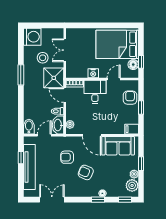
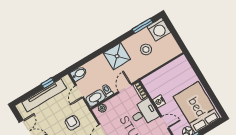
double door: (65, 50) -> (164, 65), removed
window: (21, 75) -> (143, 26), moved
shower: (54, 78) -> (117, 56), moved
door: (44, 135) -> (79, 91), swing flipped

